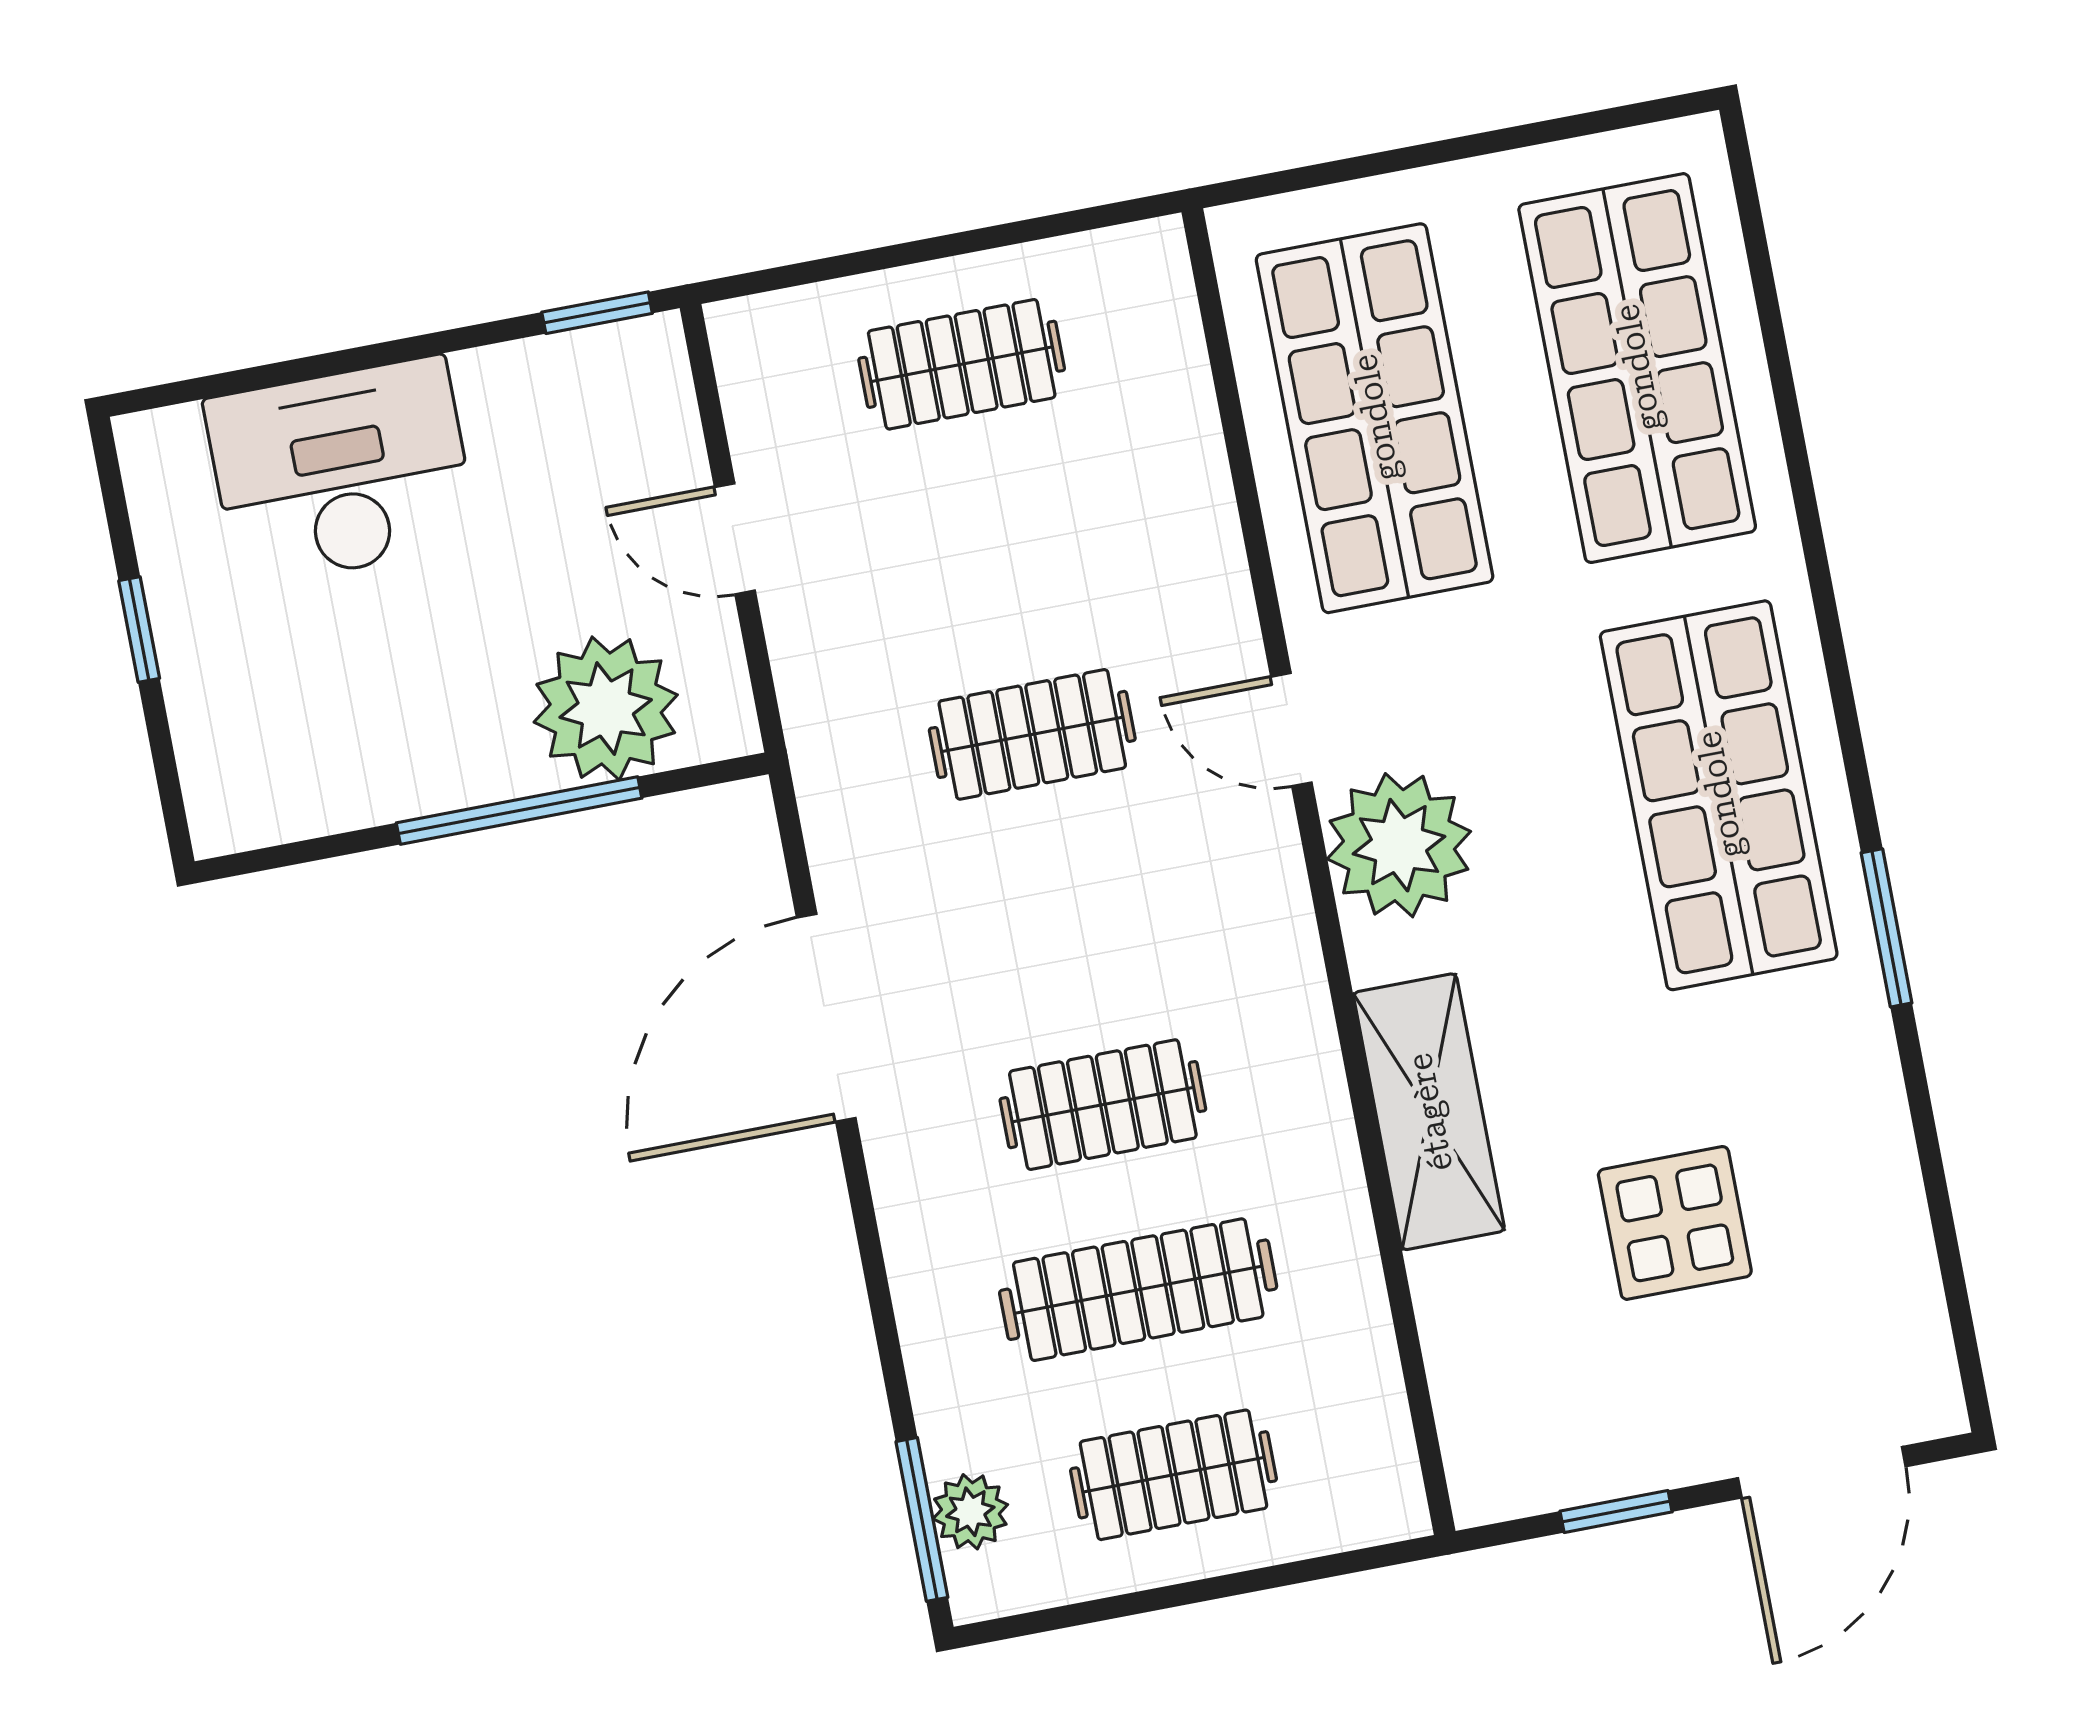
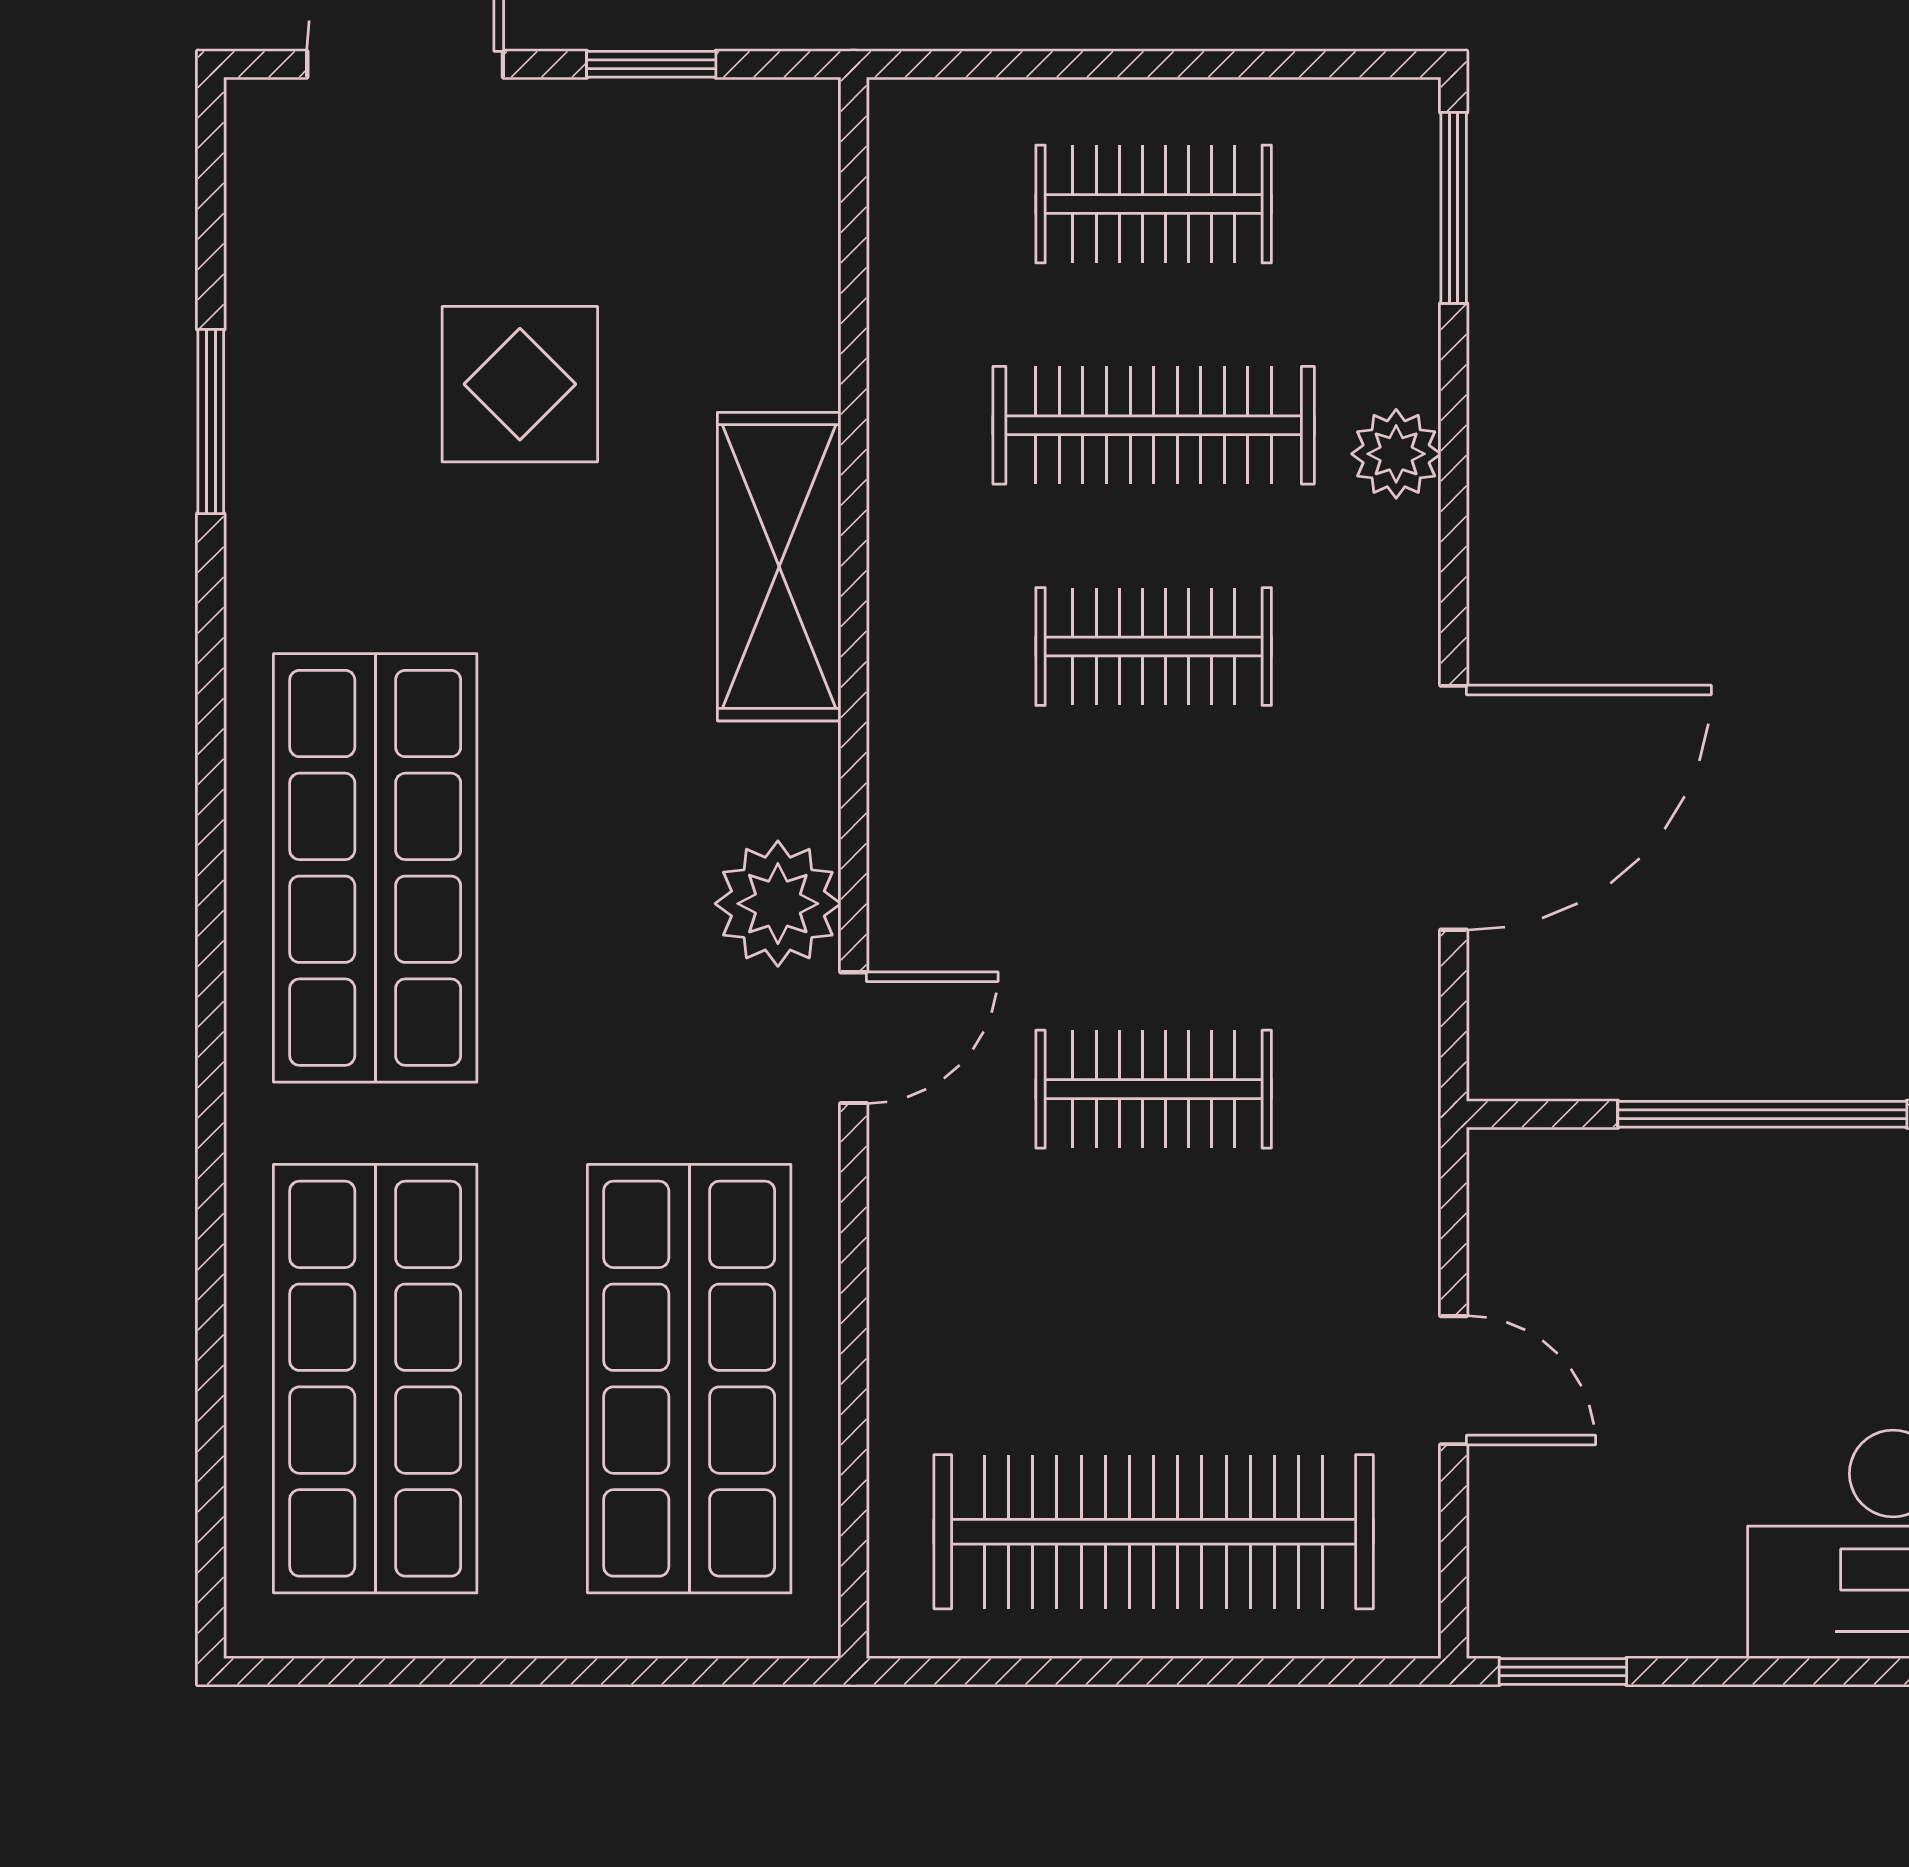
clothes rail: (962, 364) -> (1154, 1532), width x1.86, depth x1.31
plant: (606, 709) -> (1640, 1213), removed
door: (1291, 730) -> (854, 1038), hinge flipped
plant: (1399, 845) -> (778, 904), width x0.73, depth x0.73
window: (1886, 928) -> (211, 422), moved
plant: (970, 1512) -> (1396, 454), moved

